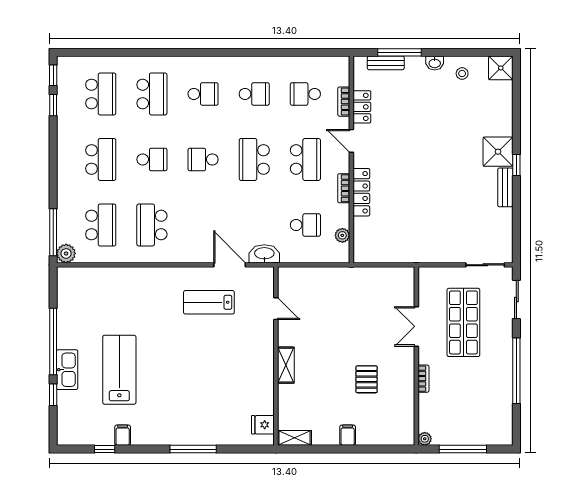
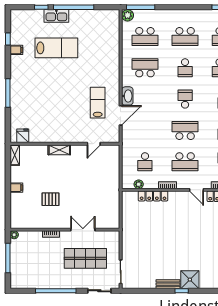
door: (351, 141) -> (196, 190), swing flipped
locker: (361, 192) -> (153, 196), moved
washbasin: (264, 254) -> (127, 96), moved

